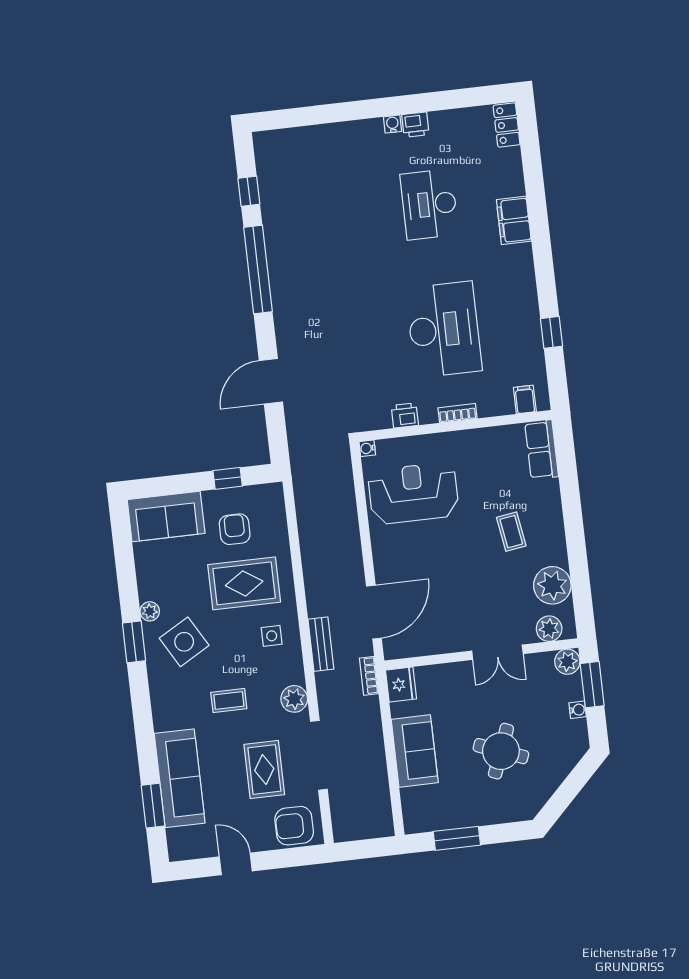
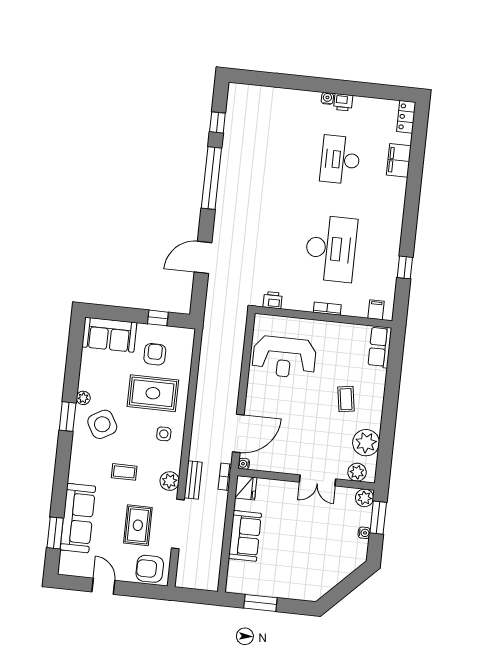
filing cabinet: (514, 220) -> (399, 160), moved
printer: (405, 415) -> (273, 300), moved
water cooler: (367, 448) -> (244, 464), moved
reception desk: (413, 493) -> (284, 357), turned 180
bench: (321, 644) -> (193, 480), moved
round table: (501, 751) -> (305, 549), removed

